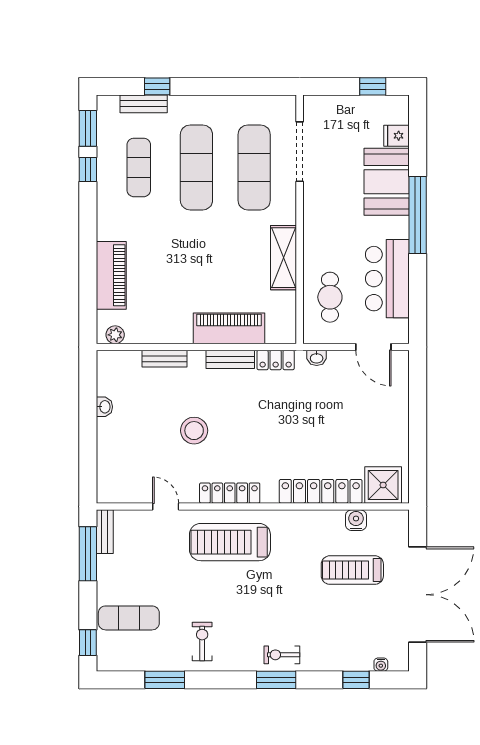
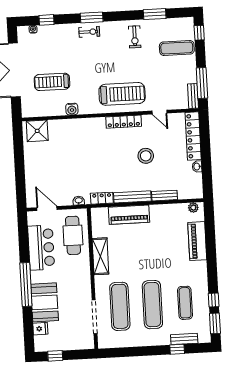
cafe table: (330, 297) -> (73, 235), width x1.37, depth x1.35
bench: (230, 359) -> (132, 197), width x1.36
locker: (321, 491) -> (193, 136), moved, turned 90
water cooler: (356, 520) -> (72, 109), moved
treadmill: (352, 570) -> (52, 82), turned 180

